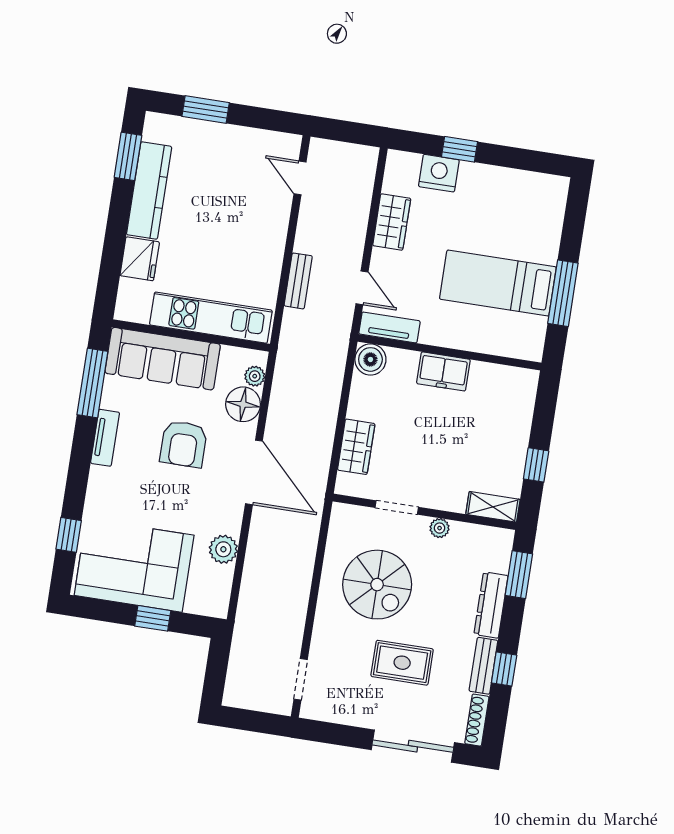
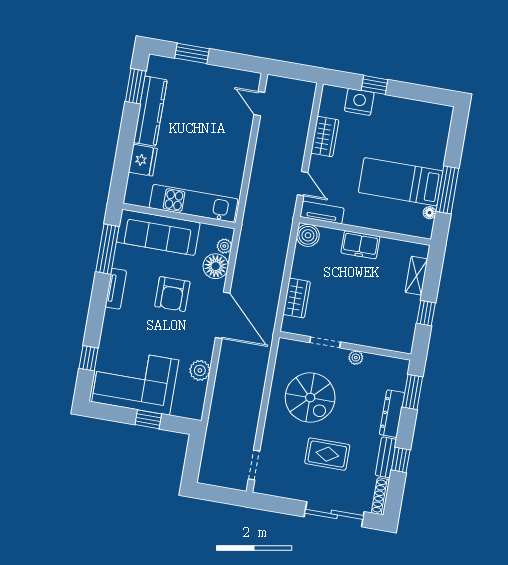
bench: (298, 281) -> (257, 178), removed
floor lamp: (539, 325) -> (430, 213), added
shelving: (493, 507) -> (416, 276), moved, turned 90

